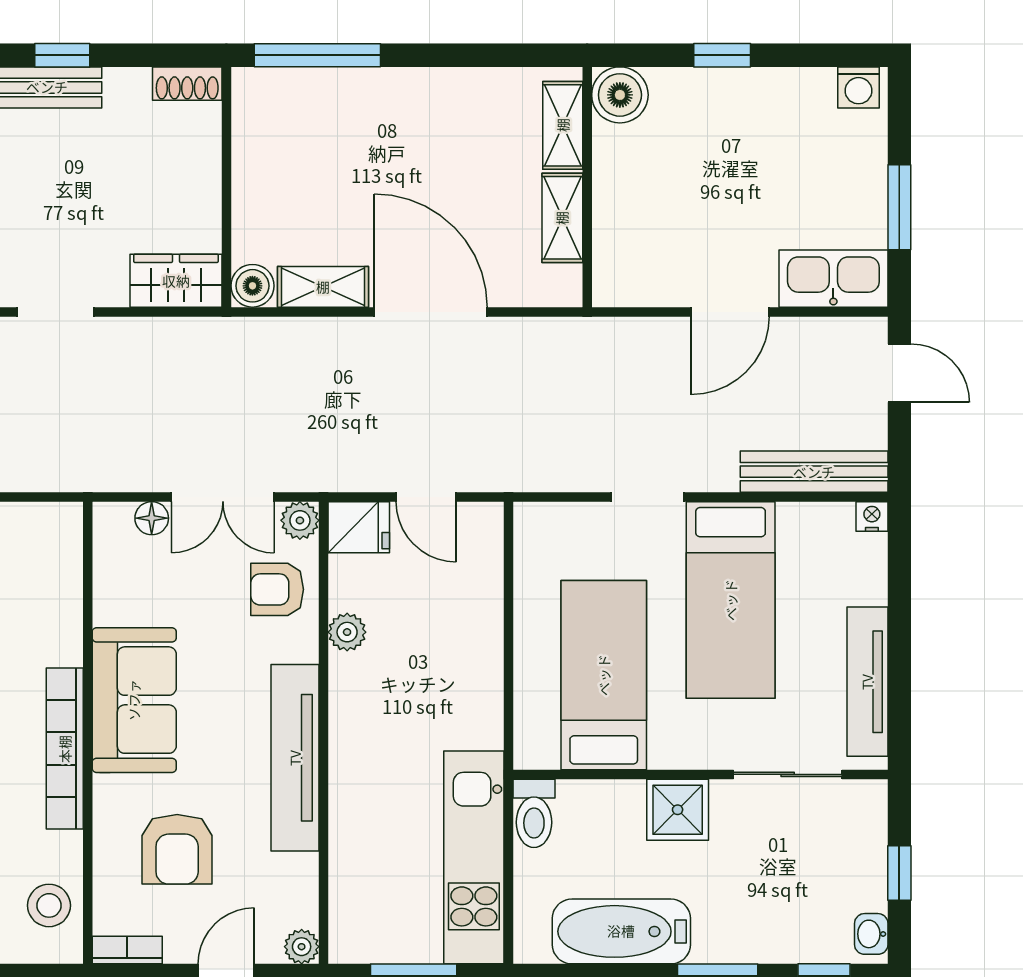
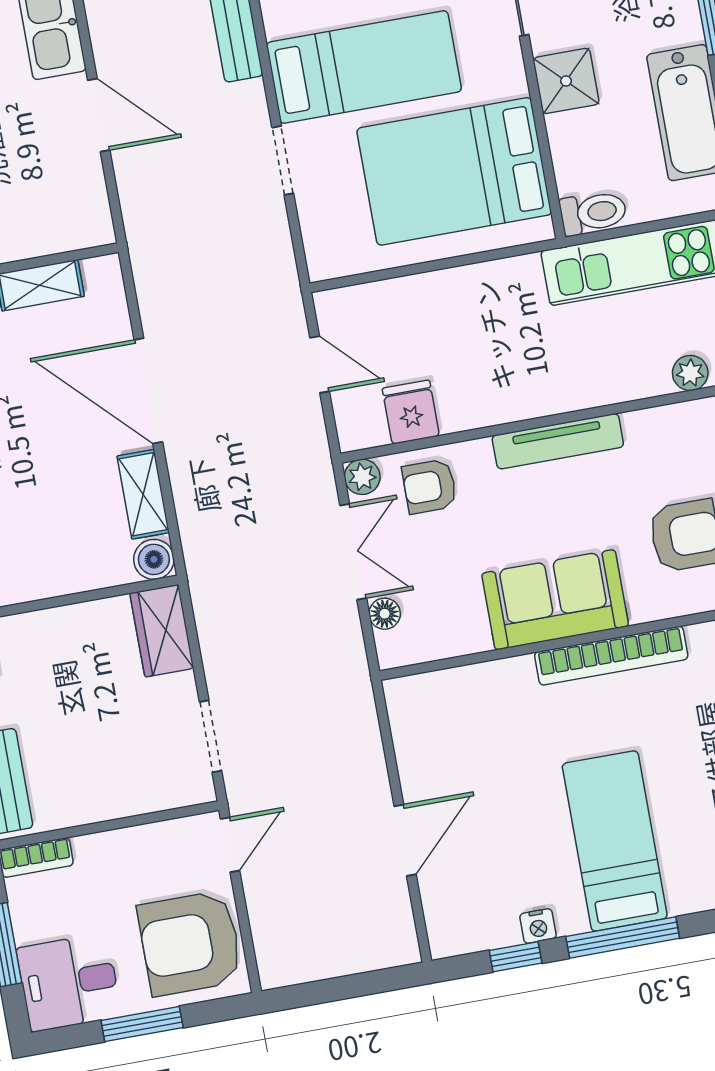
door: (431, 312) -> (148, 391), hinge flipped
door: (426, 497) -> (320, 365), hinge flipped
fridge: (359, 527) -> (411, 412), moved
armchair: (277, 589) -> (429, 486), turned 90
plant: (347, 632) -> (690, 373), moved
bed: (604, 675) -> (454, 171), width x1.50
tv unit: (295, 758) -> (558, 441), width x0.73, depth x0.78

